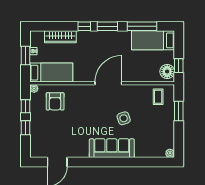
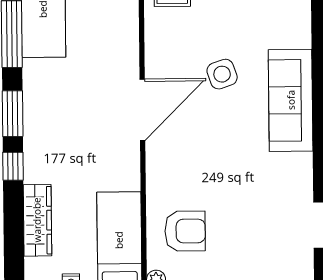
door: (108, 83) -> (142, 110), swing flipped

